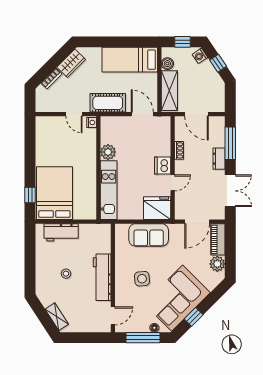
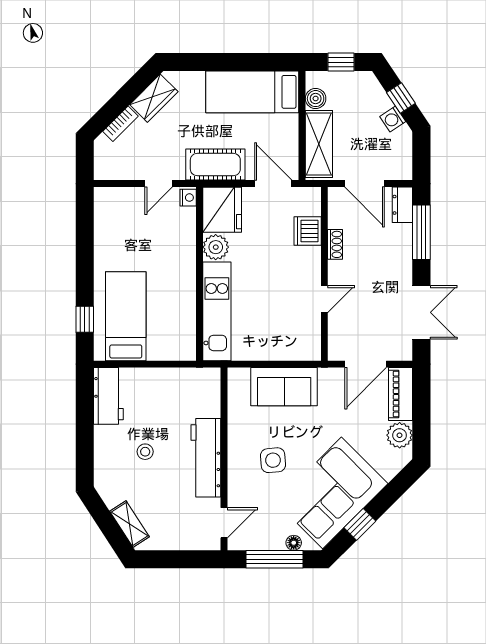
washing machine: (200, 56) -> (393, 119), moved
door: (74, 114) -> (159, 184), hinge flipped
dresser: (219, 159) -> (402, 205), moved
dishwasher: (163, 165) -> (308, 231), moved
bed: (54, 193) -> (126, 316), width x0.67
fridge: (157, 208) -> (222, 210), moved, turned 90
workbench: (61, 232) -> (108, 396), moved, turned -90

